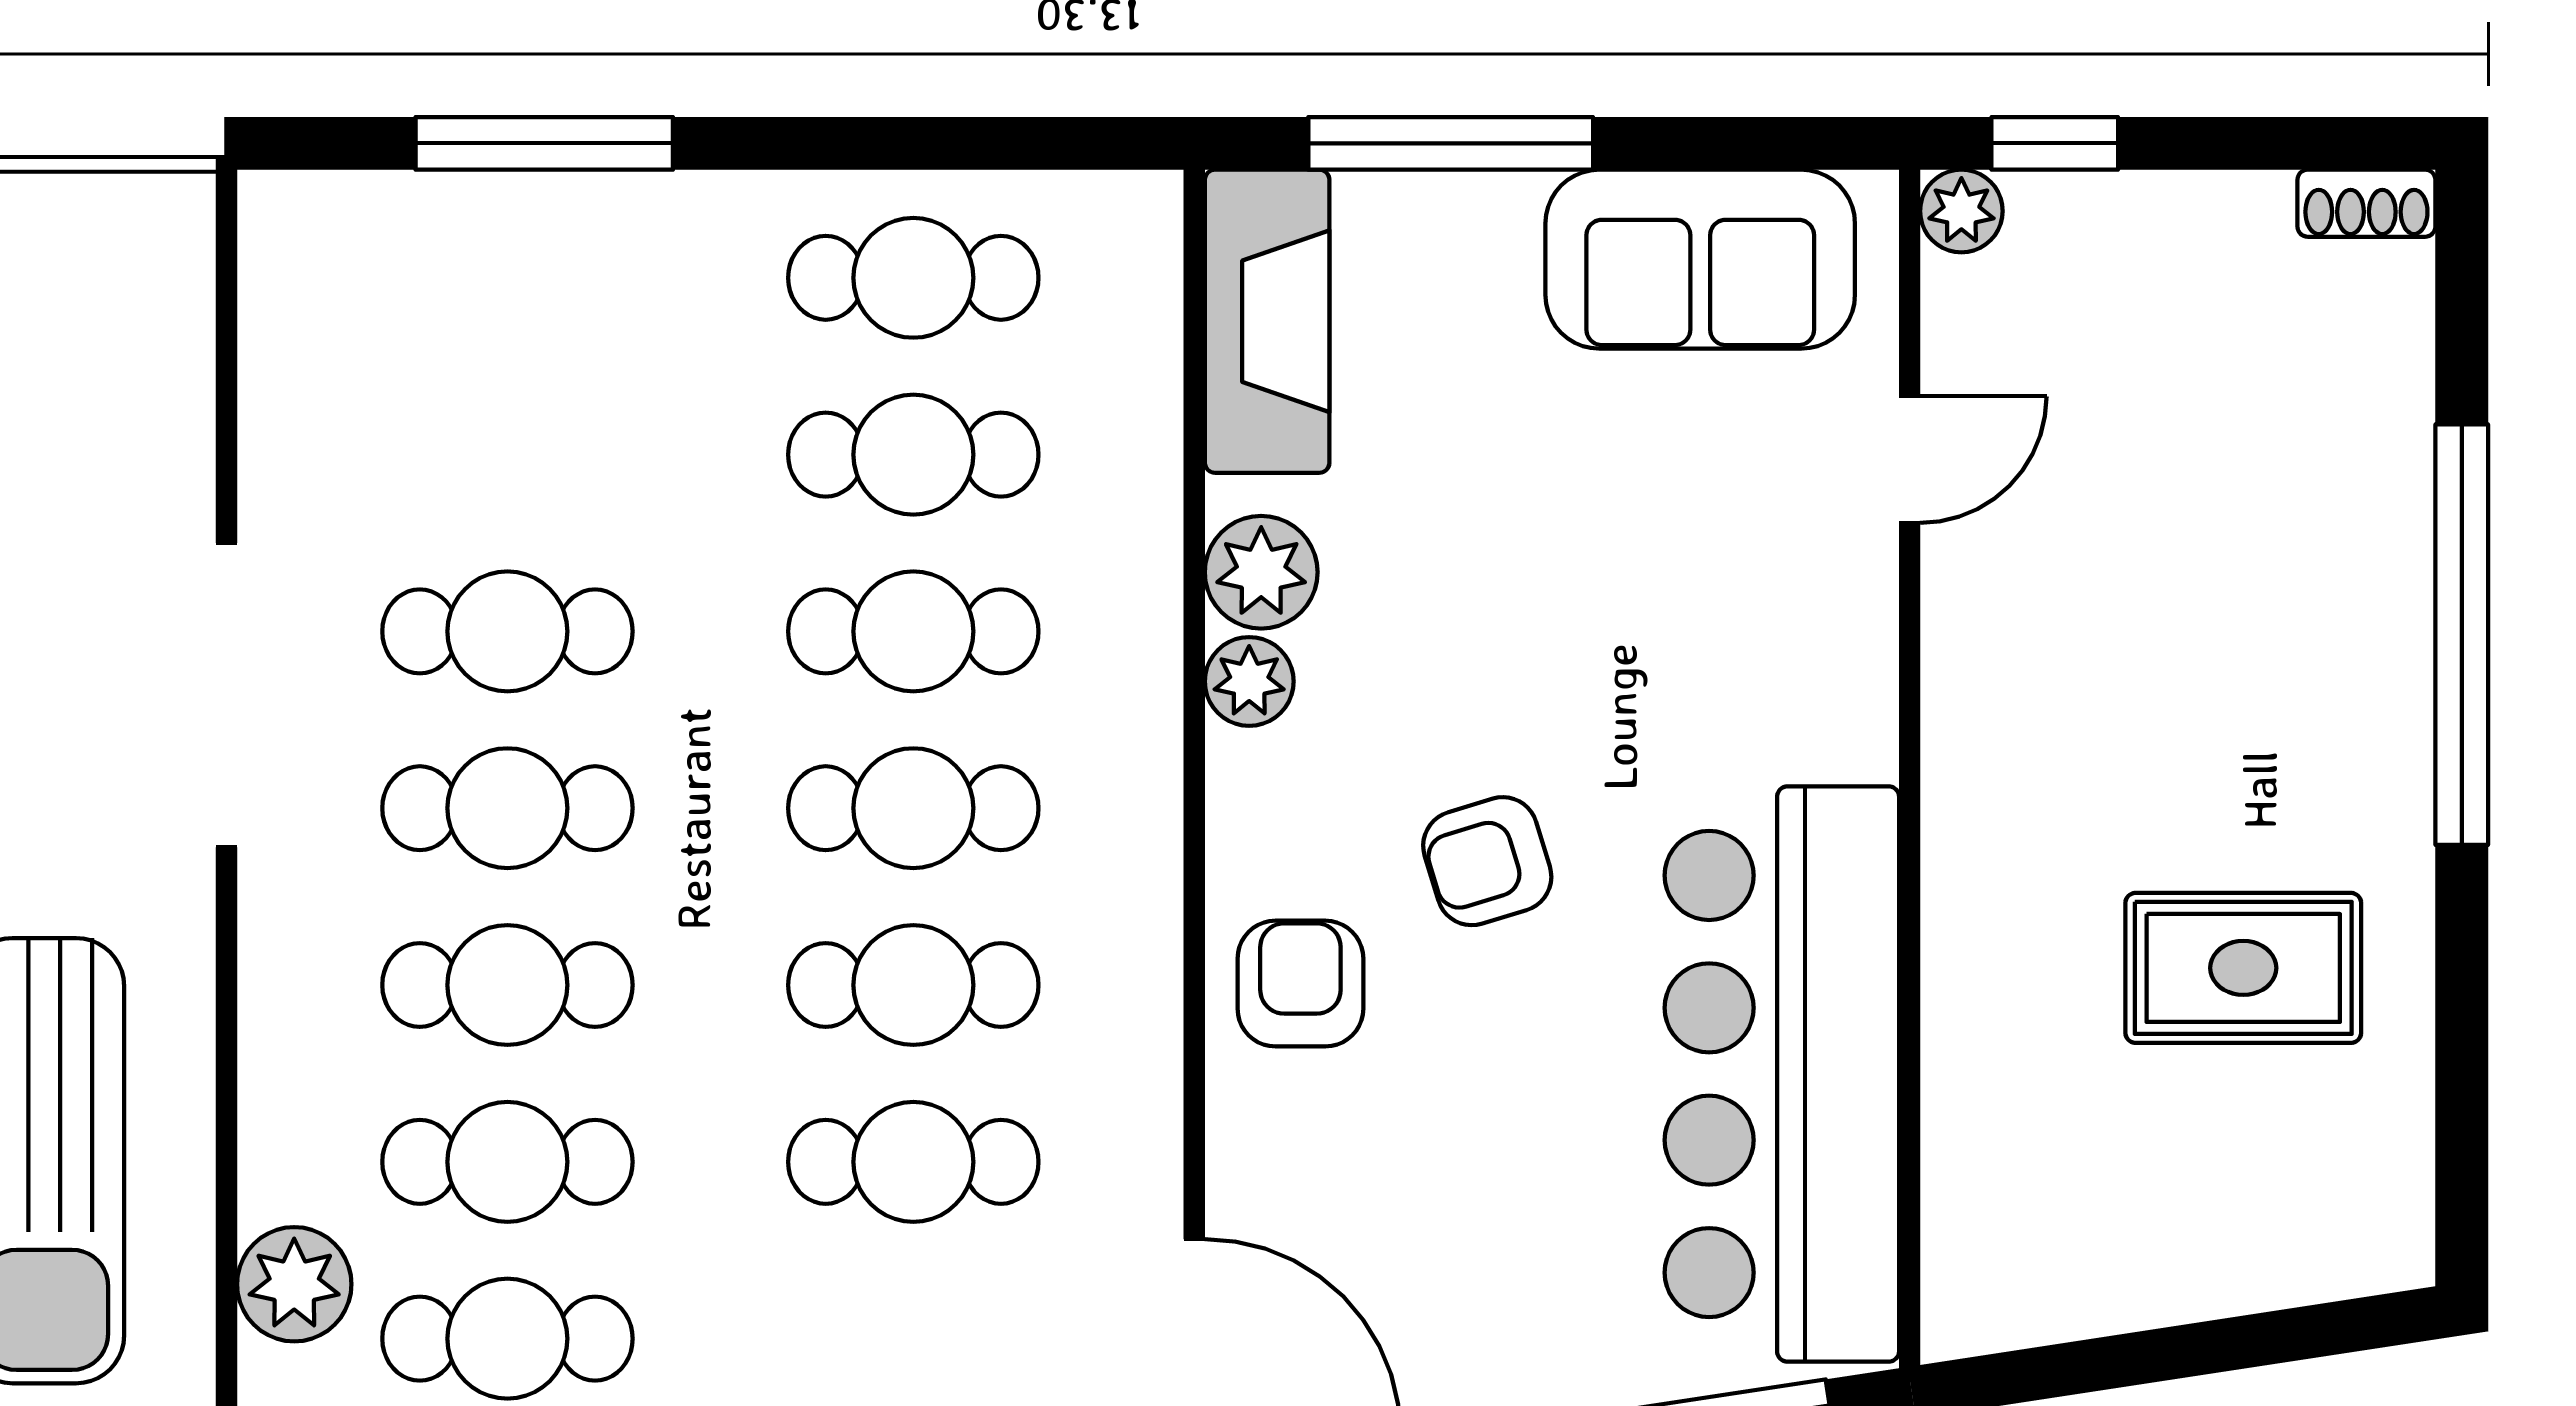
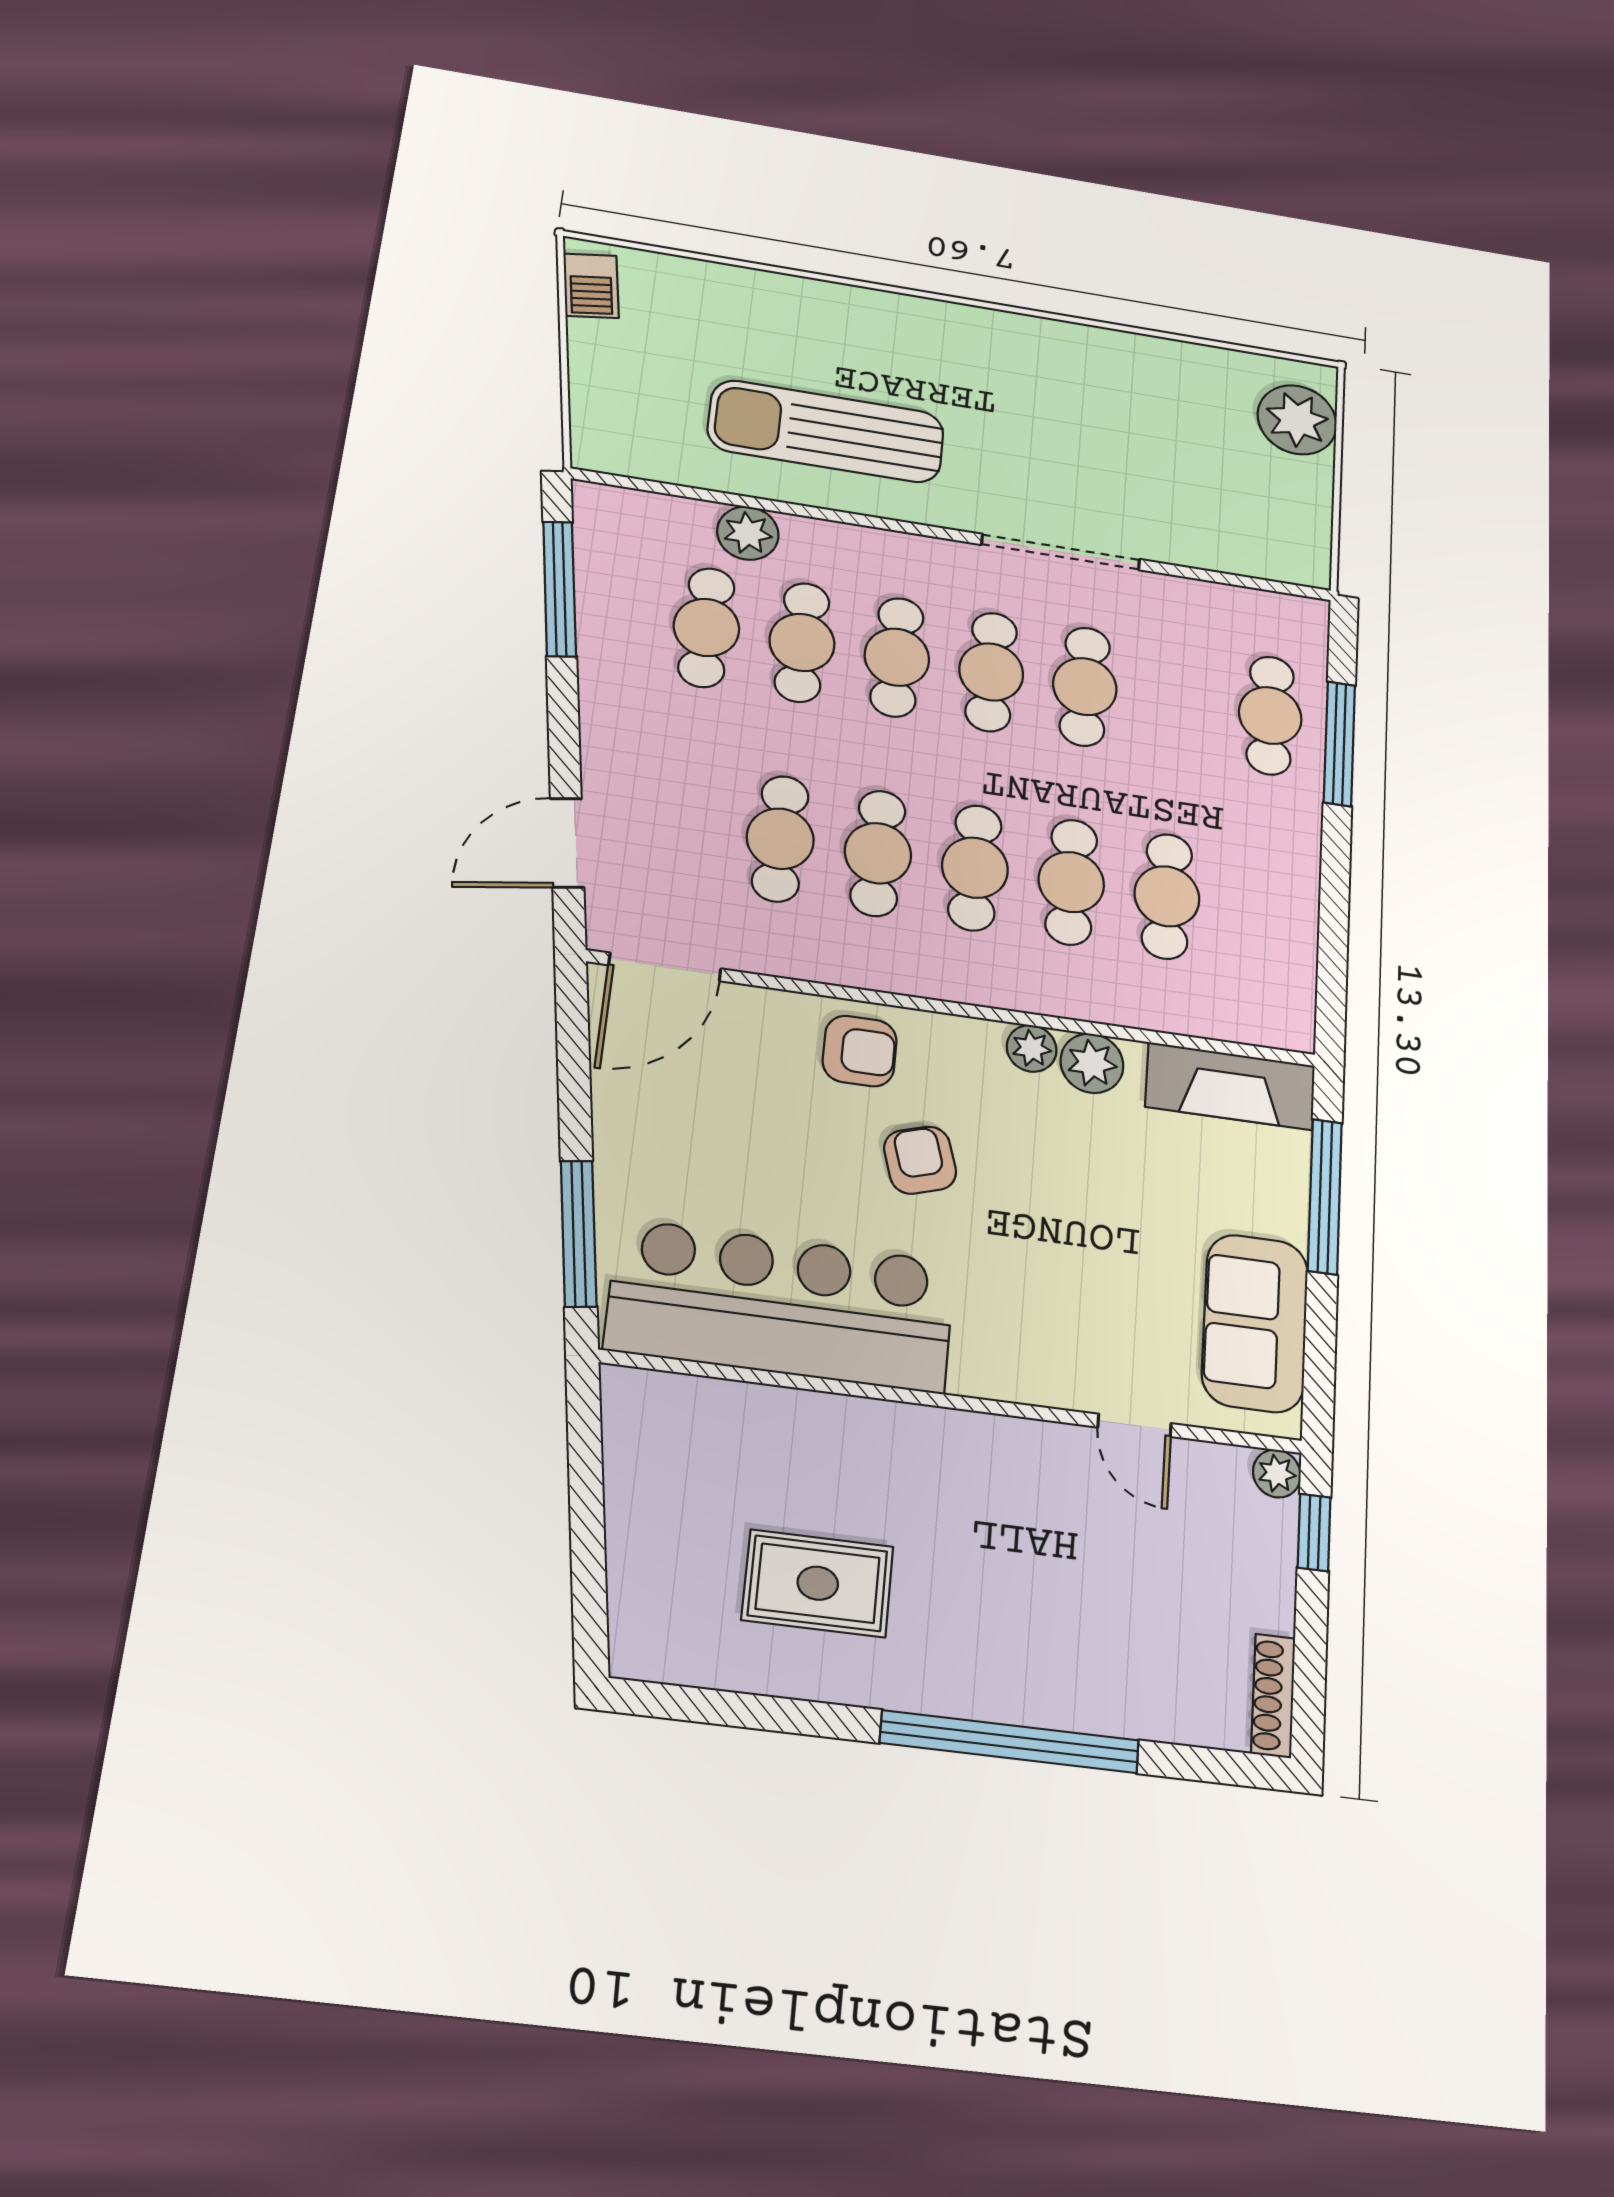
shoe rack: (2366, 203) -> (1273, 1696), width x1.43
cafe table: (913, 278) -> (1270, 715), moved
rug: (2243, 968) -> (818, 1583), turned 90

